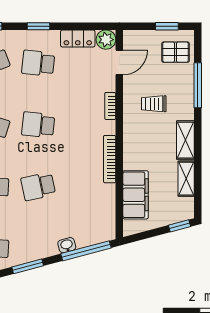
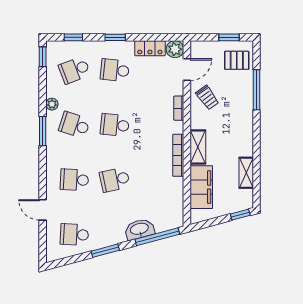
trolley: (154, 104) -> (207, 98), moved, turned -126
shelving: (185, 140) -> (198, 147), moved
washbasin: (67, 245) -> (139, 229), width x1.91, depth x1.45

